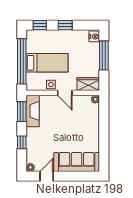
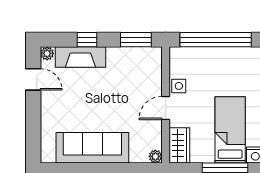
bed: (47, 63) -> (230, 130), moved, turned 180
fireplace: (33, 111) -> (80, 57), moved
sofa: (77, 162) -> (92, 148), moved, turned -90

